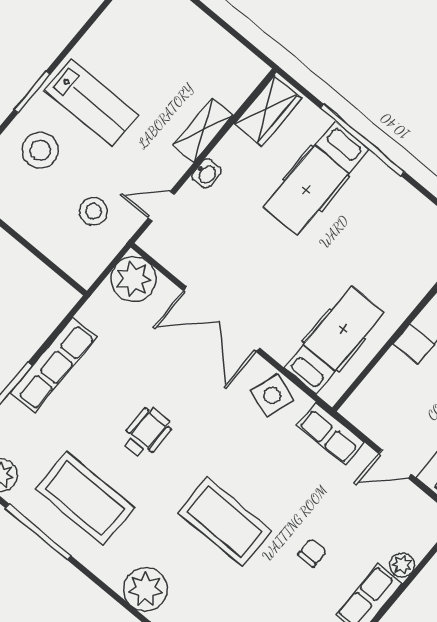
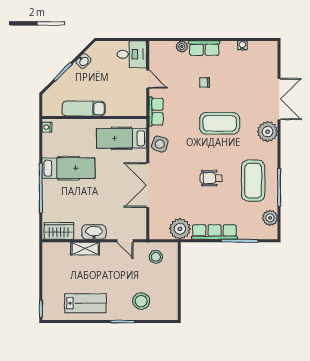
lab bench: (92, 103) -> (85, 303), moved, turned 90
washbasin: (206, 173) -> (94, 232), width x1.91, depth x1.45
hospital bed: (316, 178) -> (68, 168), moved
stool: (93, 211) -> (156, 257), moved
plant: (134, 279) -> (180, 229), moved
double door: (221, 319) -> (148, 185), swing flipped
coffee table: (225, 522) -> (220, 123), turned 90

